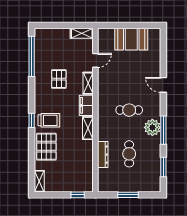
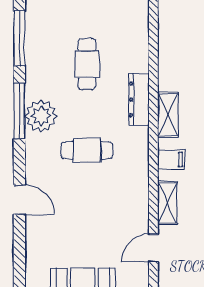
filing cabinet: (86, 105) -> (171, 159), width x0.50
dresser: (103, 155) -> (139, 99), moved
window: (163, 167) -> (19, 38), width x1.44

